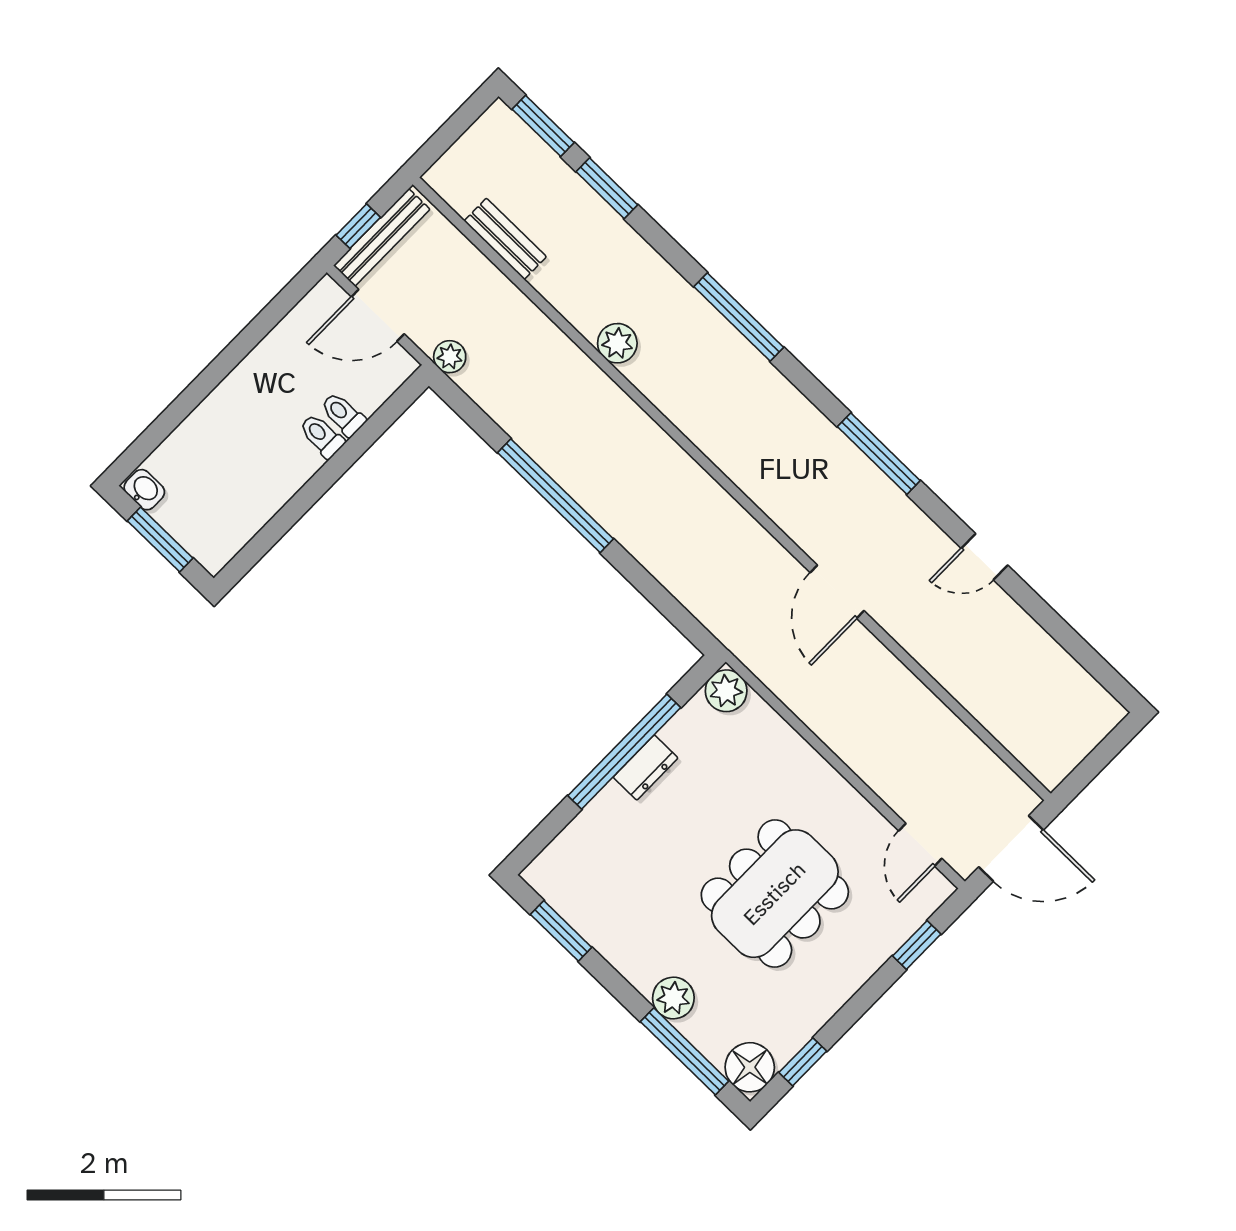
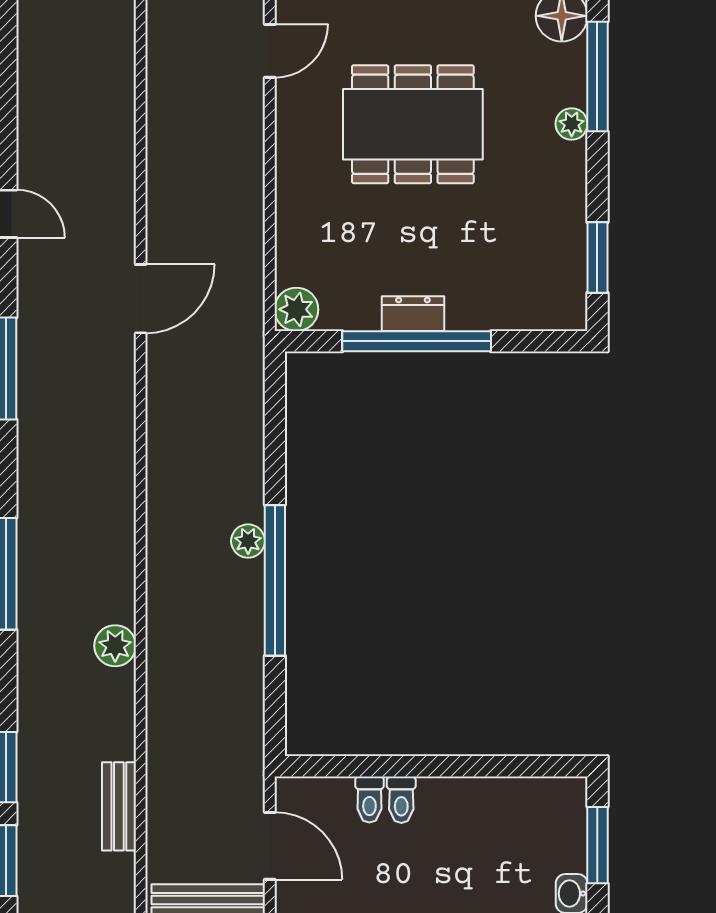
plant: (450, 357) -> (248, 541), moved
plant: (673, 998) -> (572, 124), width x0.73, depth x0.73

